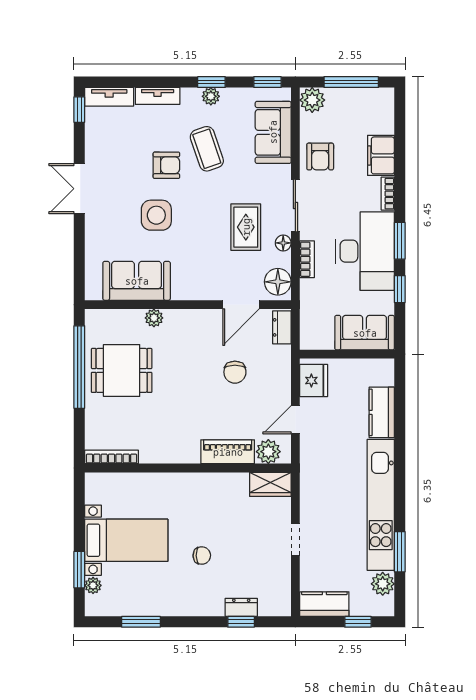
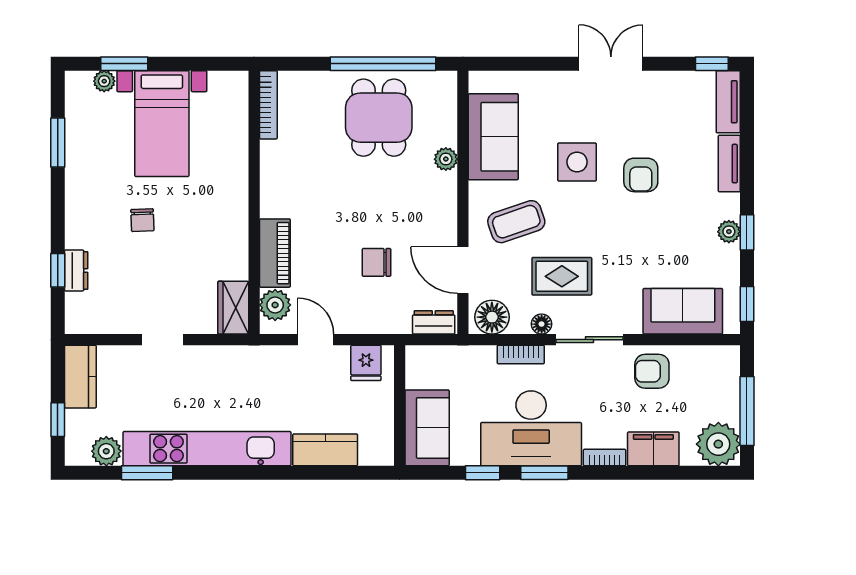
plant: (312, 100) -> (718, 444), moved, width x1.36, depth x1.36
coffee table: (207, 149) -> (516, 222), moved
fridge: (314, 380) -> (366, 363), width x0.72

